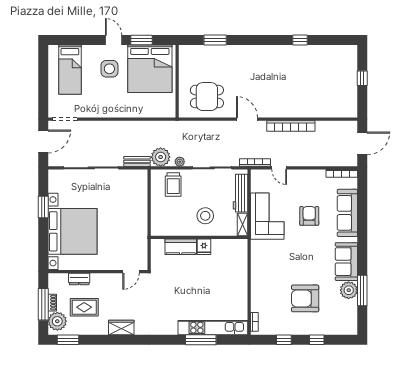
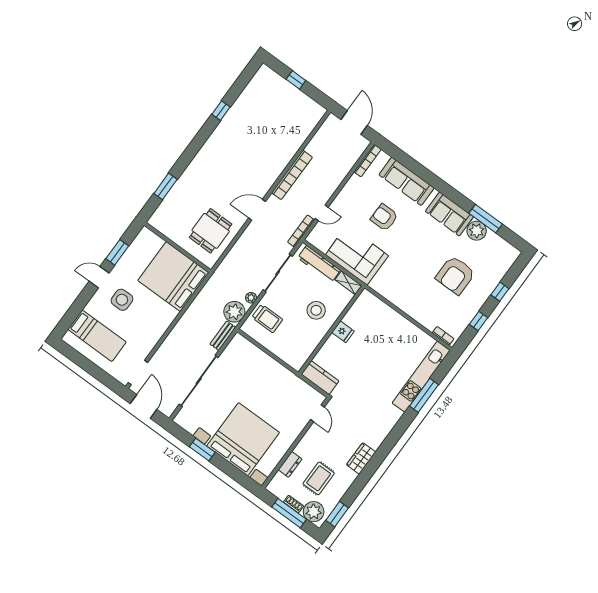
bed: (150, 69) -> (173, 277), moved, turned 180
kitchen counter: (181, 247) -> (320, 378), moved, turned -90

